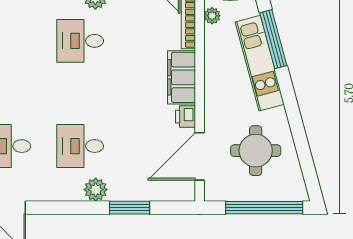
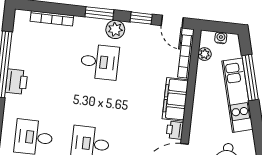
desk: (80, 41) -> (100, 62), turned 180

